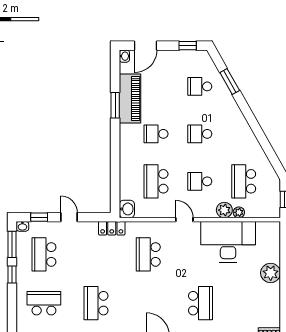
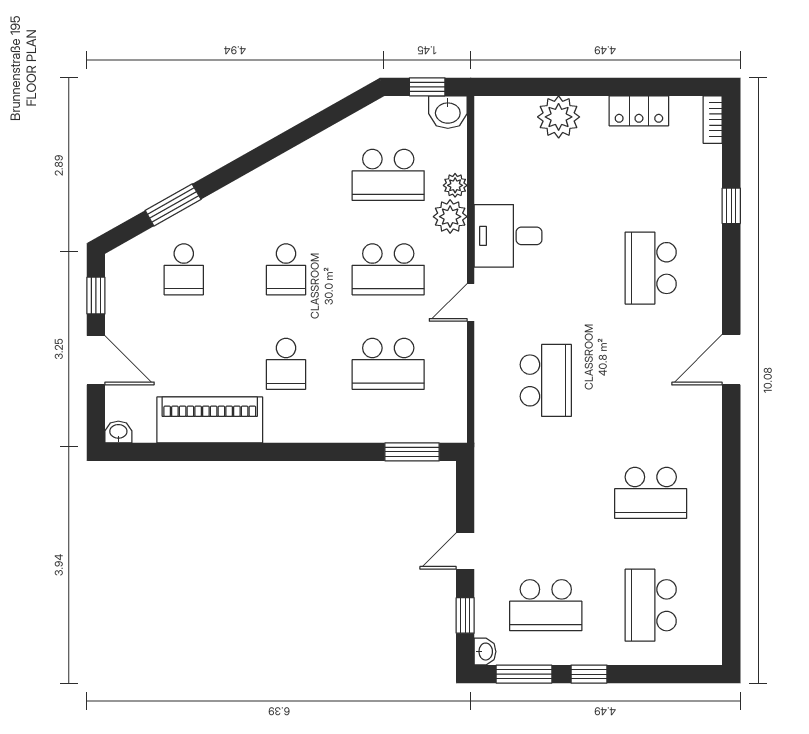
door: (146, 46) -> (96, 360), moved
window: (115, 105) -> (412, 452), moved
school desk: (200, 181) -> (388, 269), width x1.85
washbasin: (127, 209) -> (448, 112), moved, turned 180
locker: (112, 228) -> (639, 111), moved, turned 90
desk: (228, 242) -> (508, 236), width x0.53, depth x0.77
school desk: (148, 254) -> (546, 380), turned -90
plant: (271, 273) -> (559, 117), moved
school desk: (200, 303) -> (651, 268), turned -90

